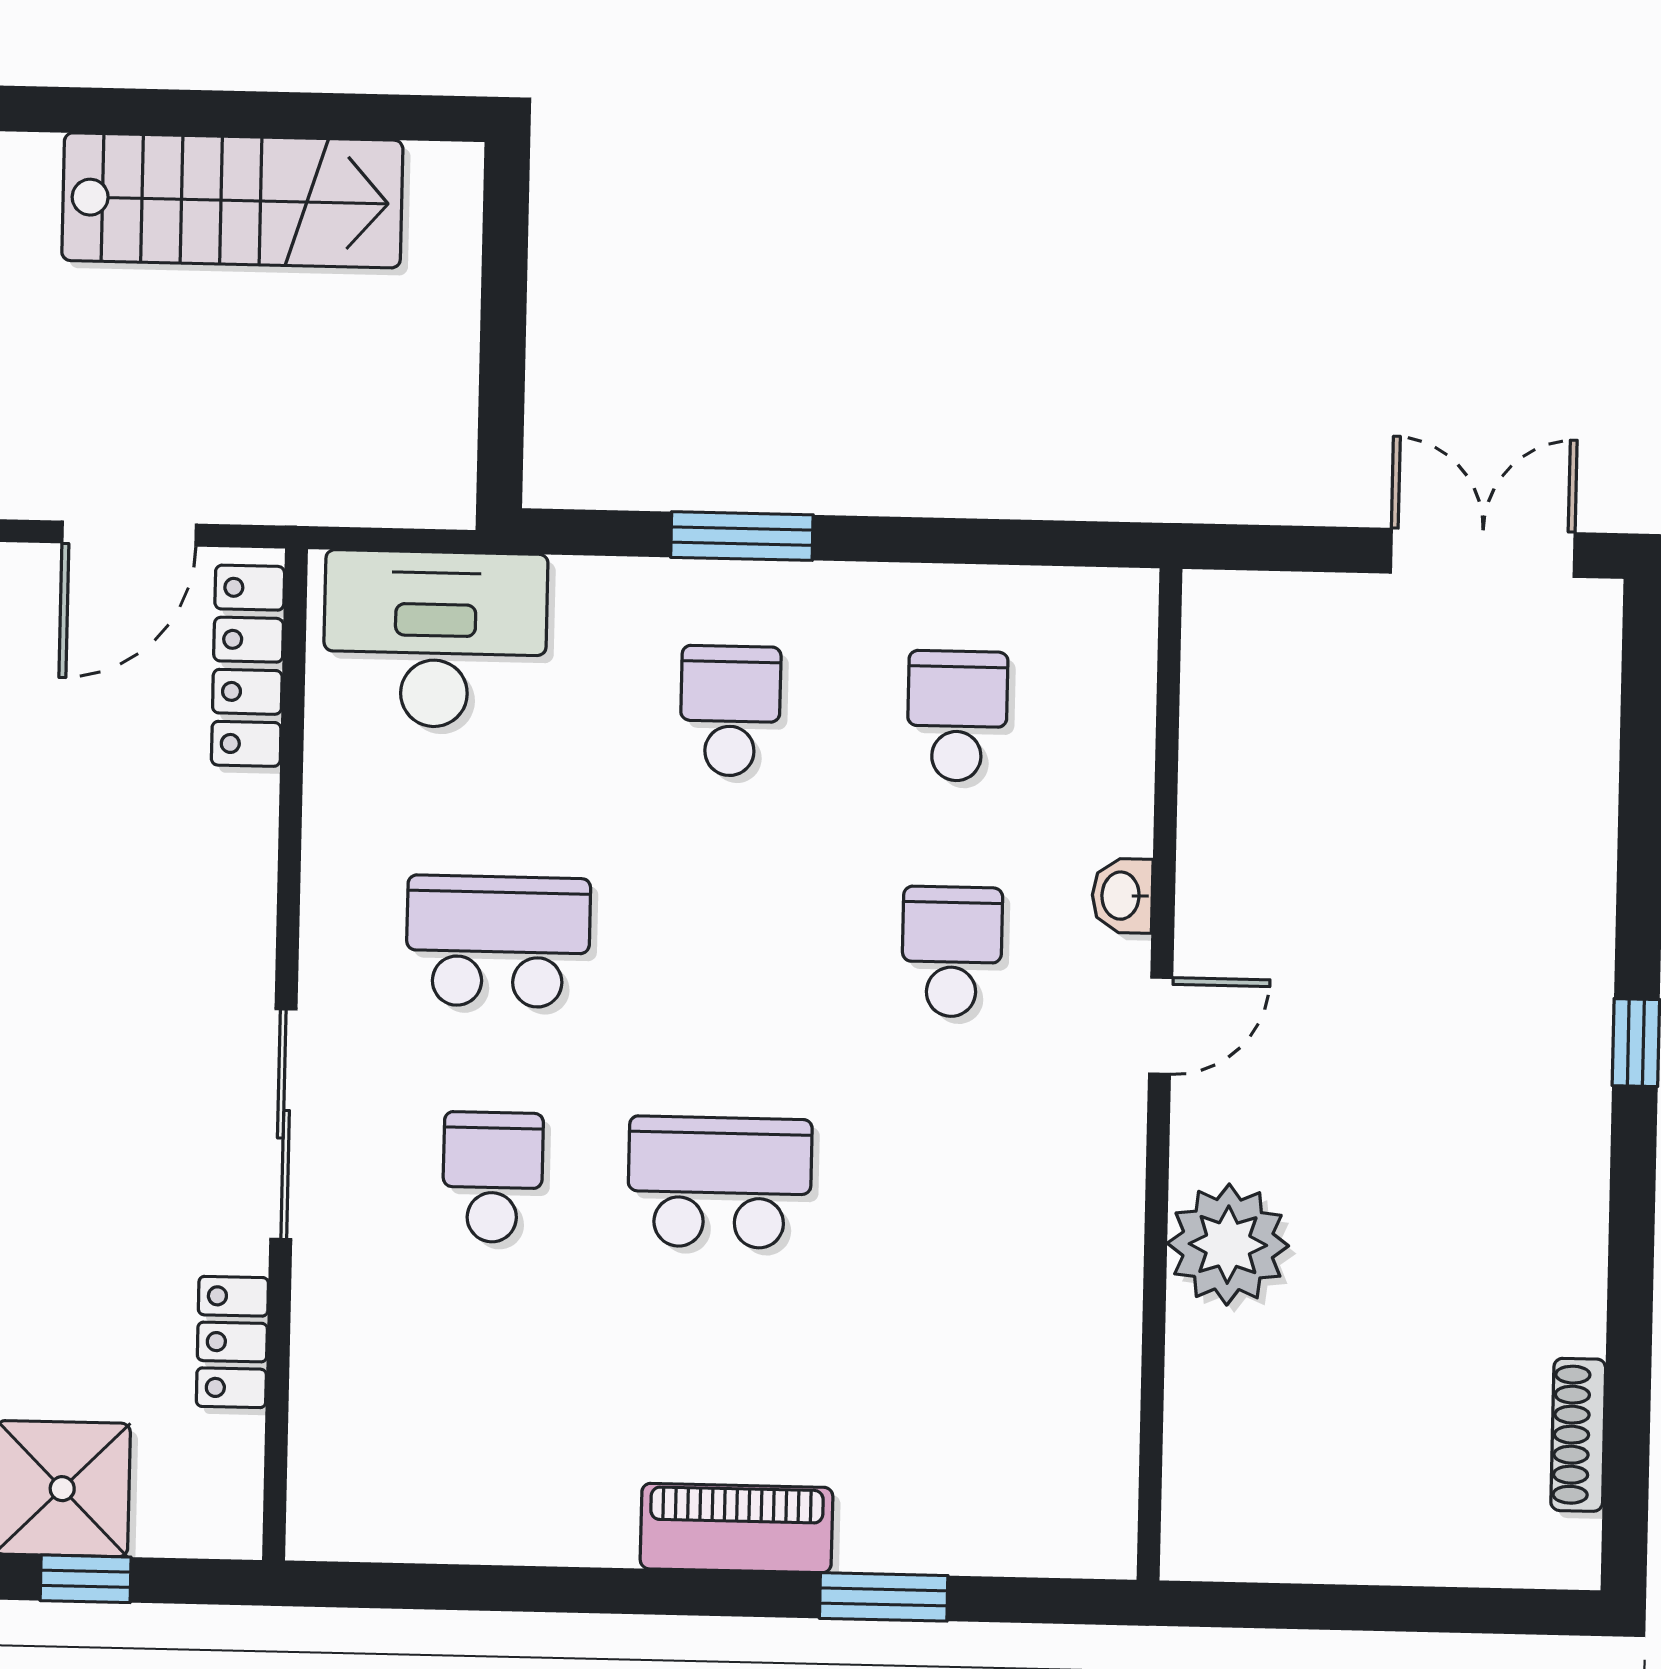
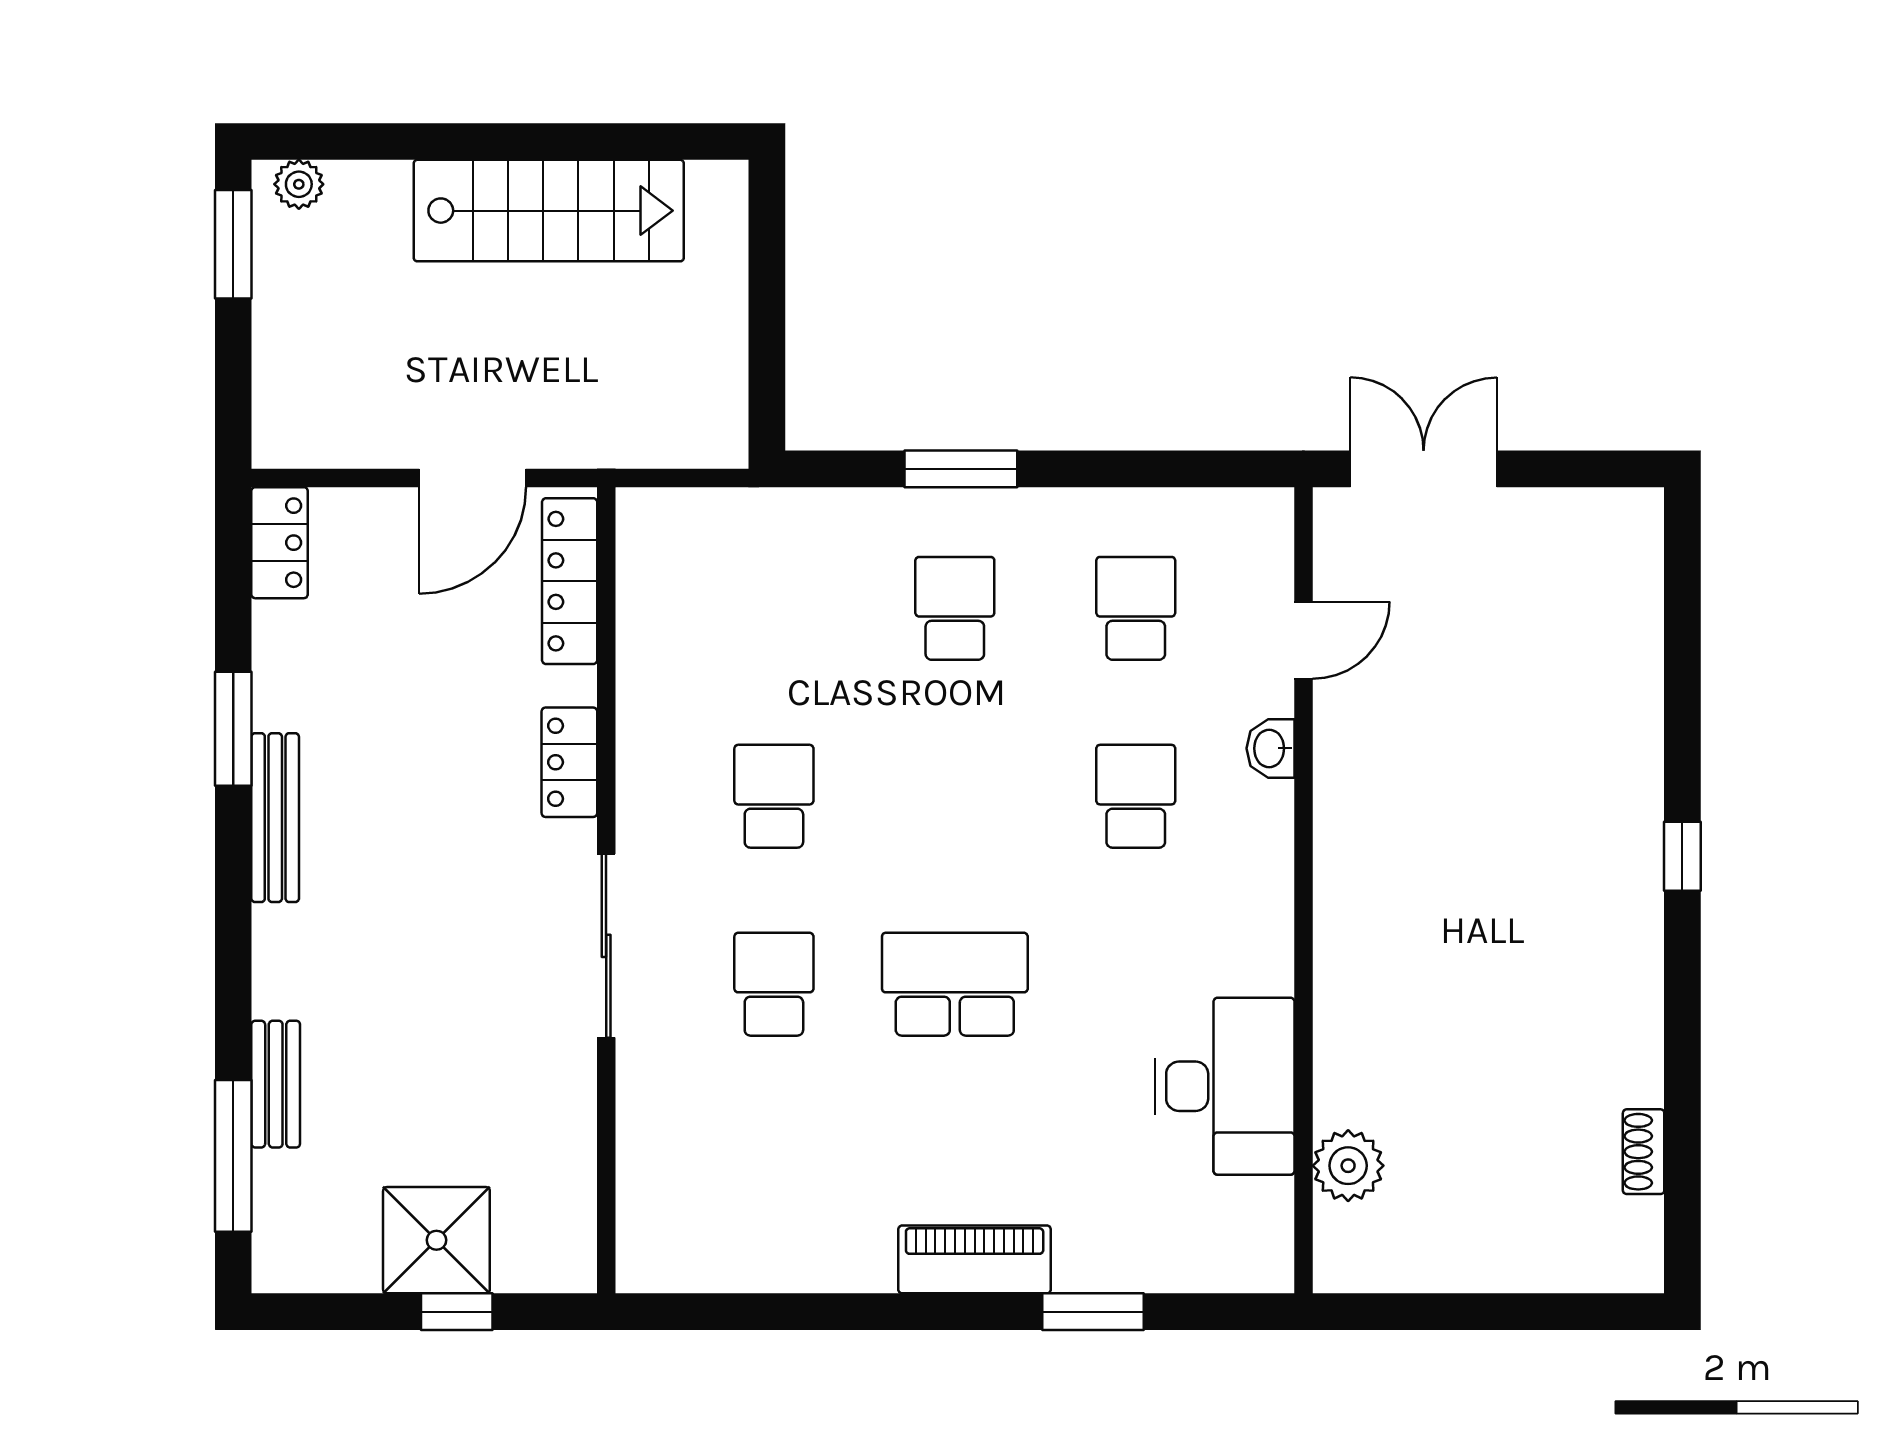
double door: (1483, 553) -> (1424, 469), moved
desk: (435, 639) -> (1225, 1086), moved, turned 90
school desk: (498, 941) -> (774, 796), width x0.54
door: (1161, 1026) -> (1303, 640), moved
plant: (1228, 1245) -> (1348, 1166), moved, width x0.73, depth x0.73
locker: (232, 1342) -> (569, 762), moved
shoe rack: (1578, 1435) -> (1644, 1152), width x0.70

